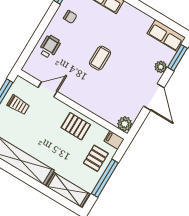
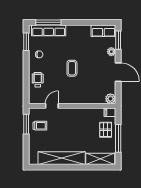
pallet: (76, 126) -> (82, 118), removed

